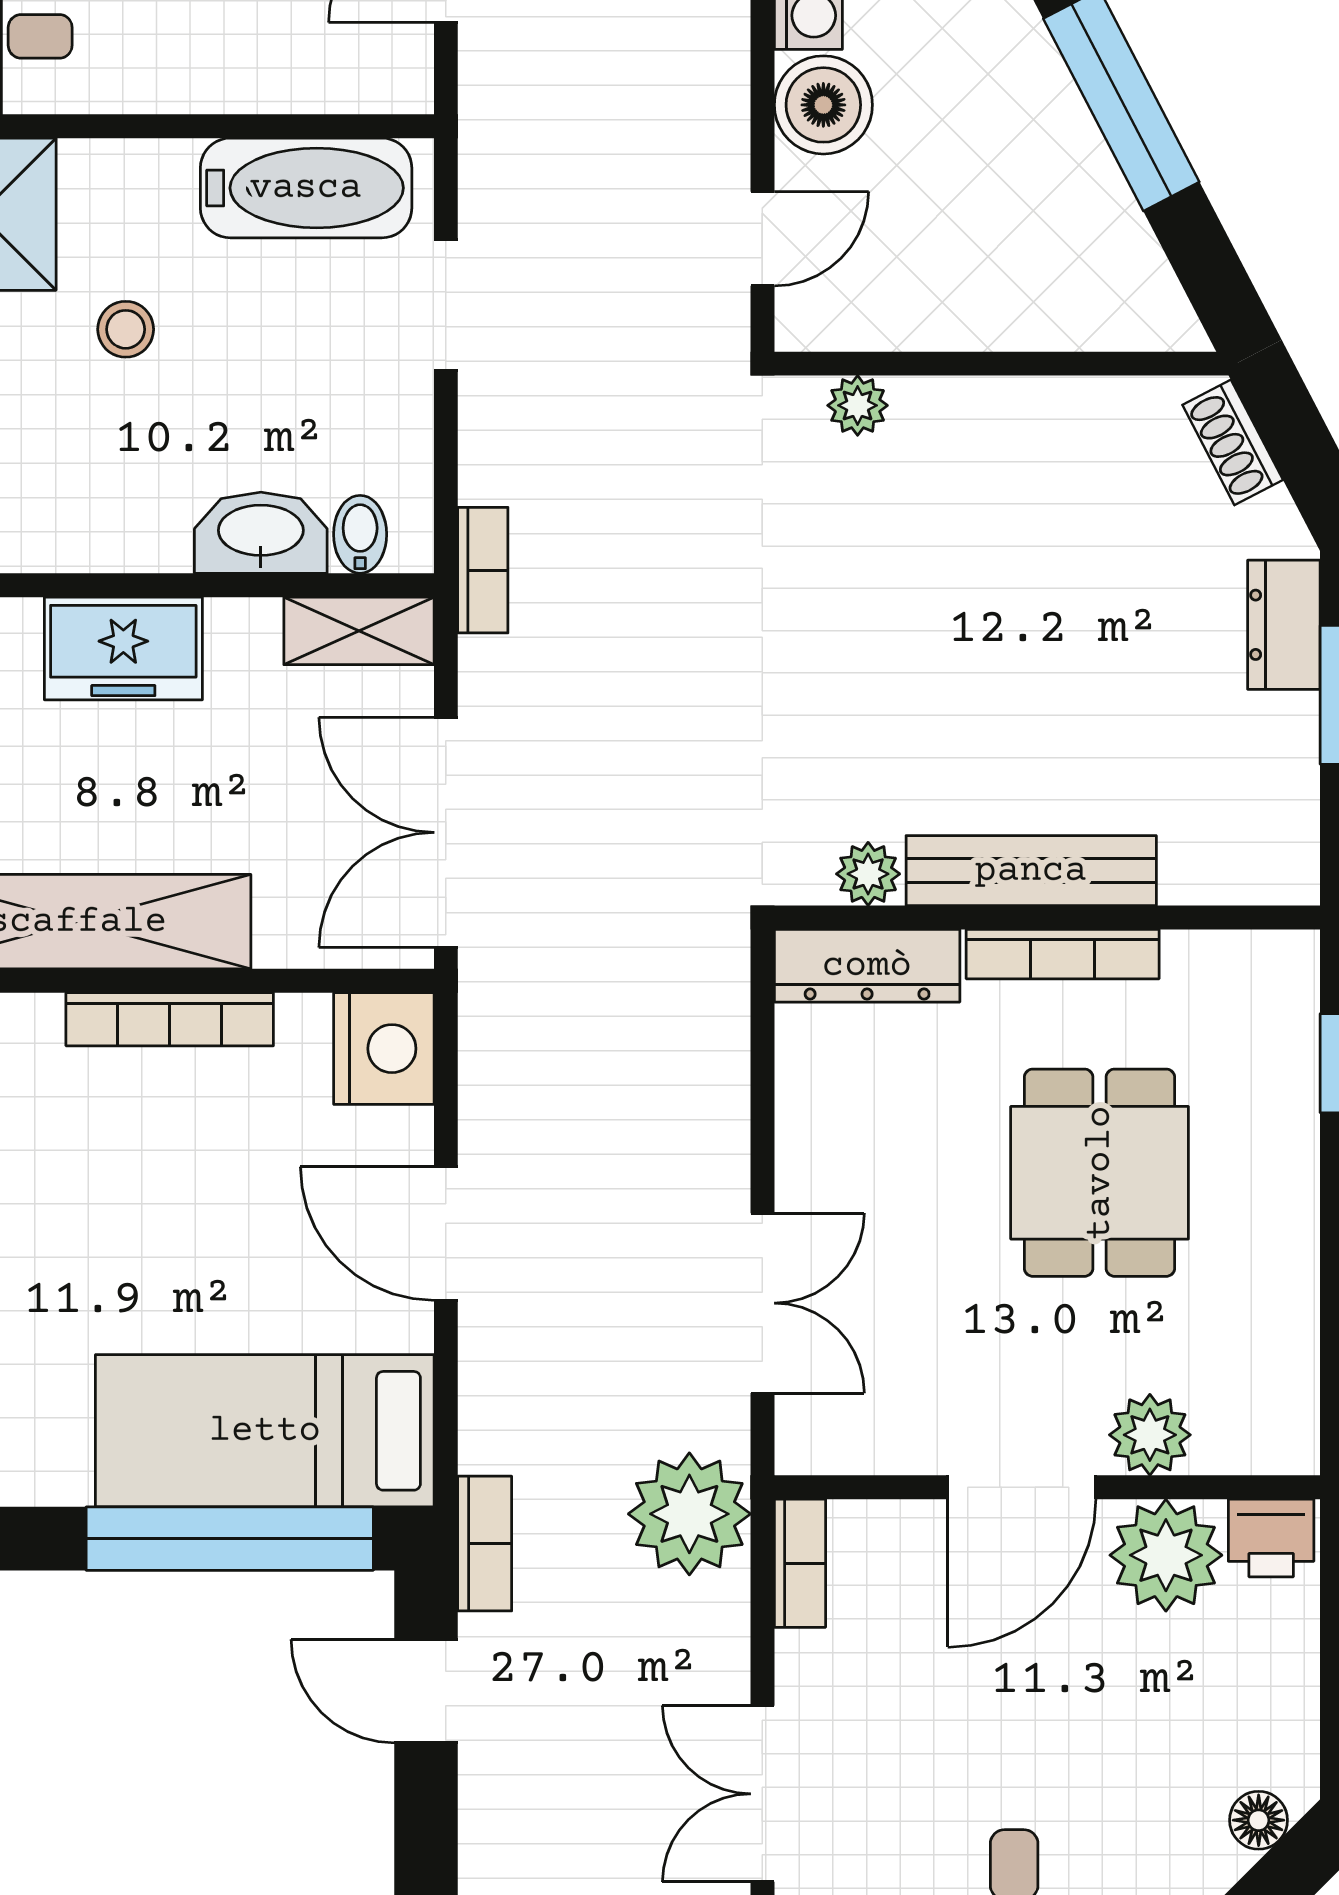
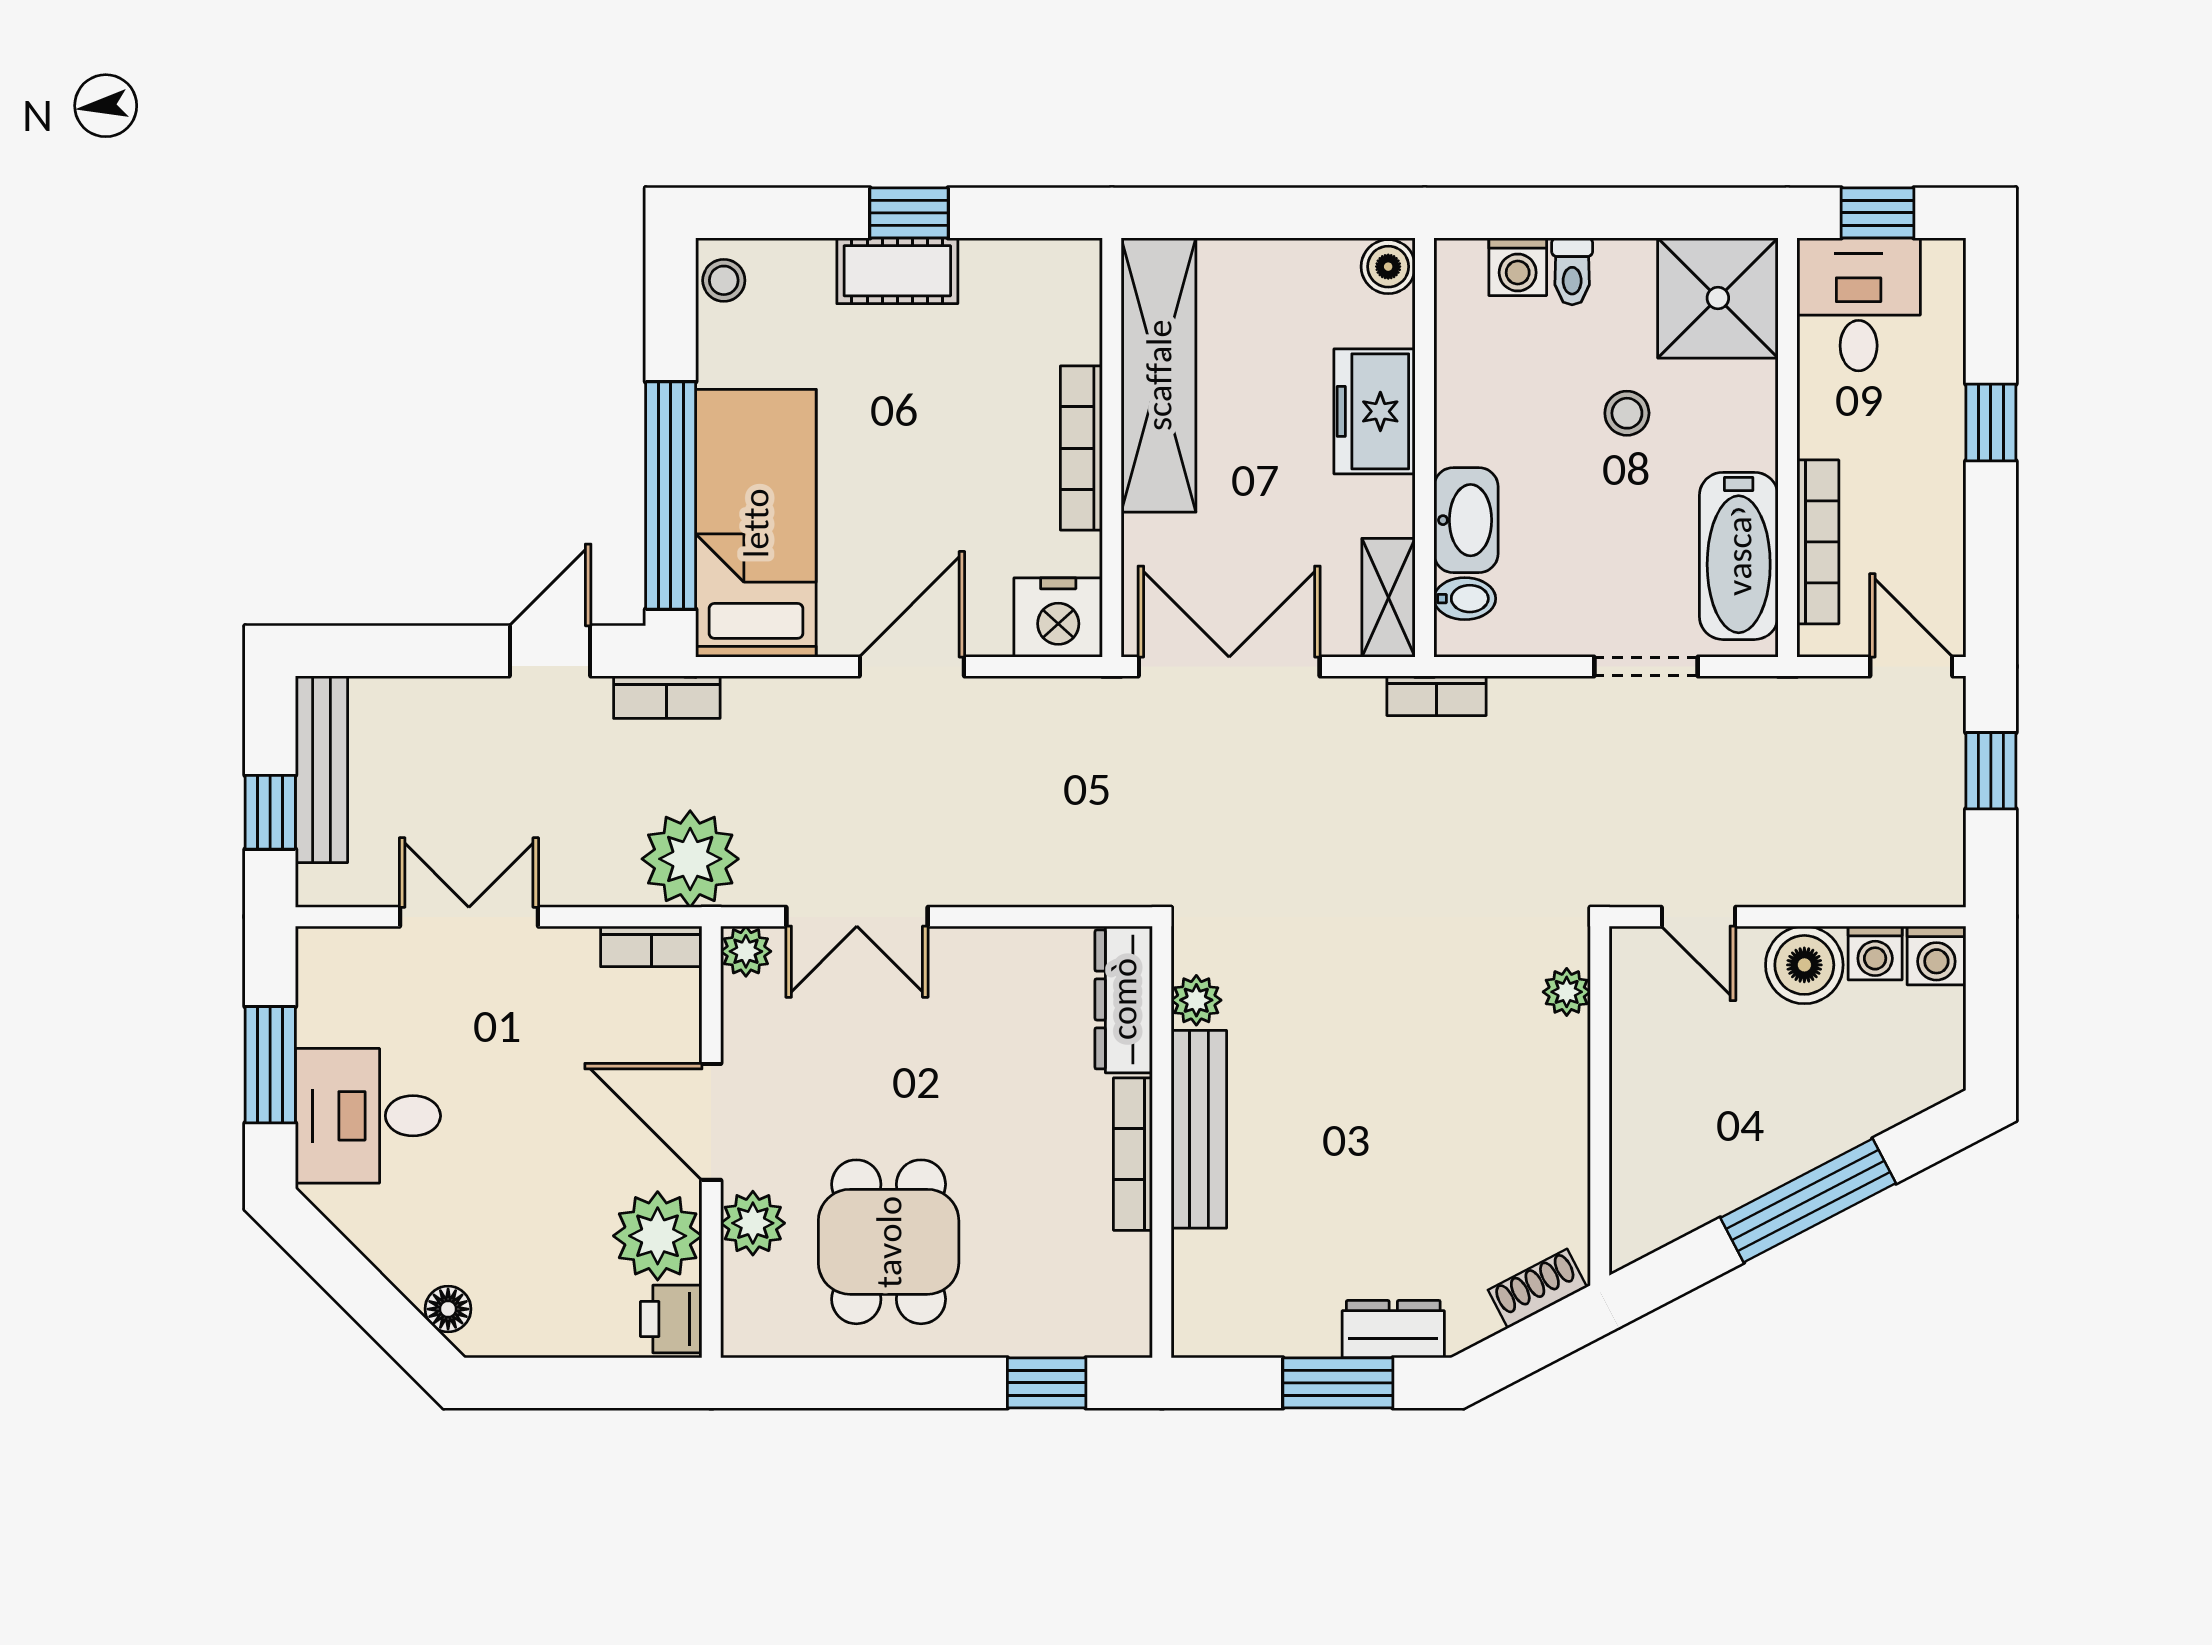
bookcase: (288, 88) -> (1818, 542), added
dining table: (1100, 1173) -> (889, 1242), moved, turned 90
plant: (806, 1443) -> (746, 951), added

